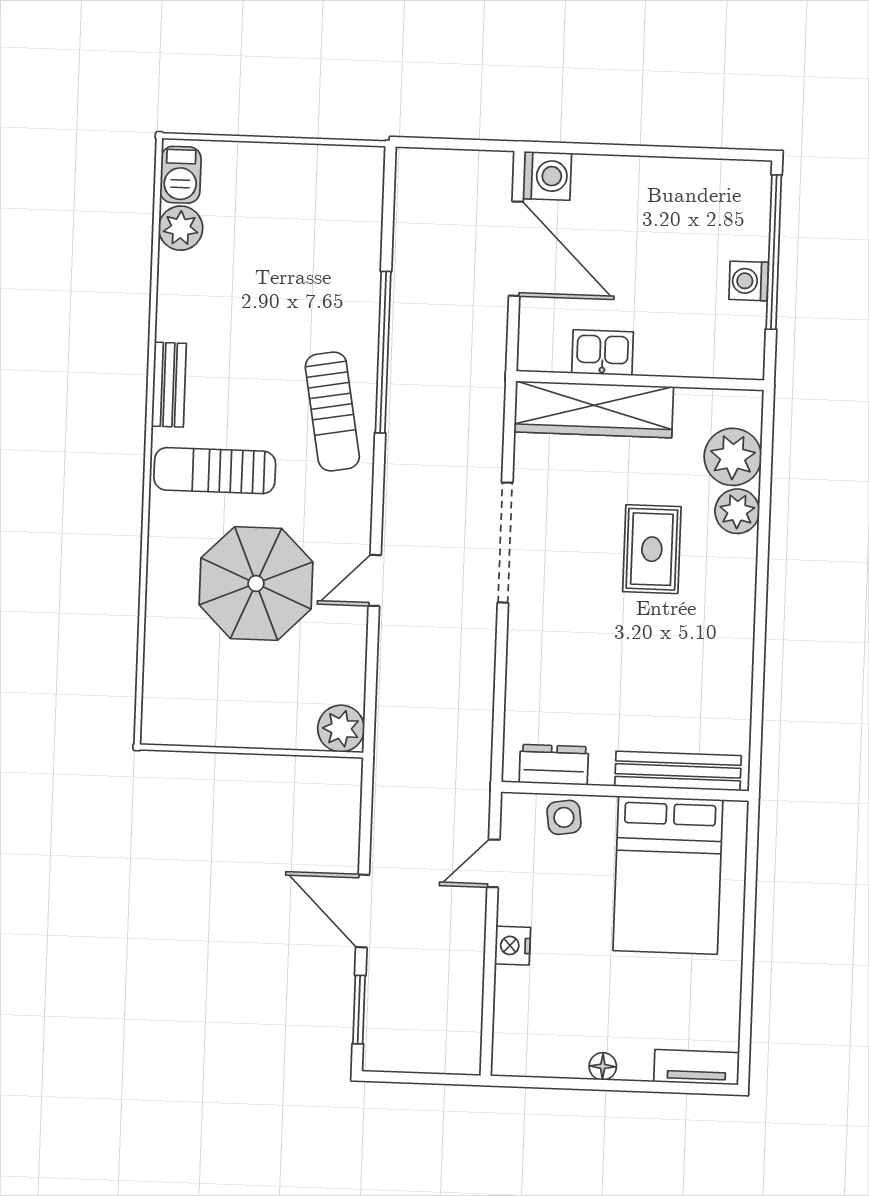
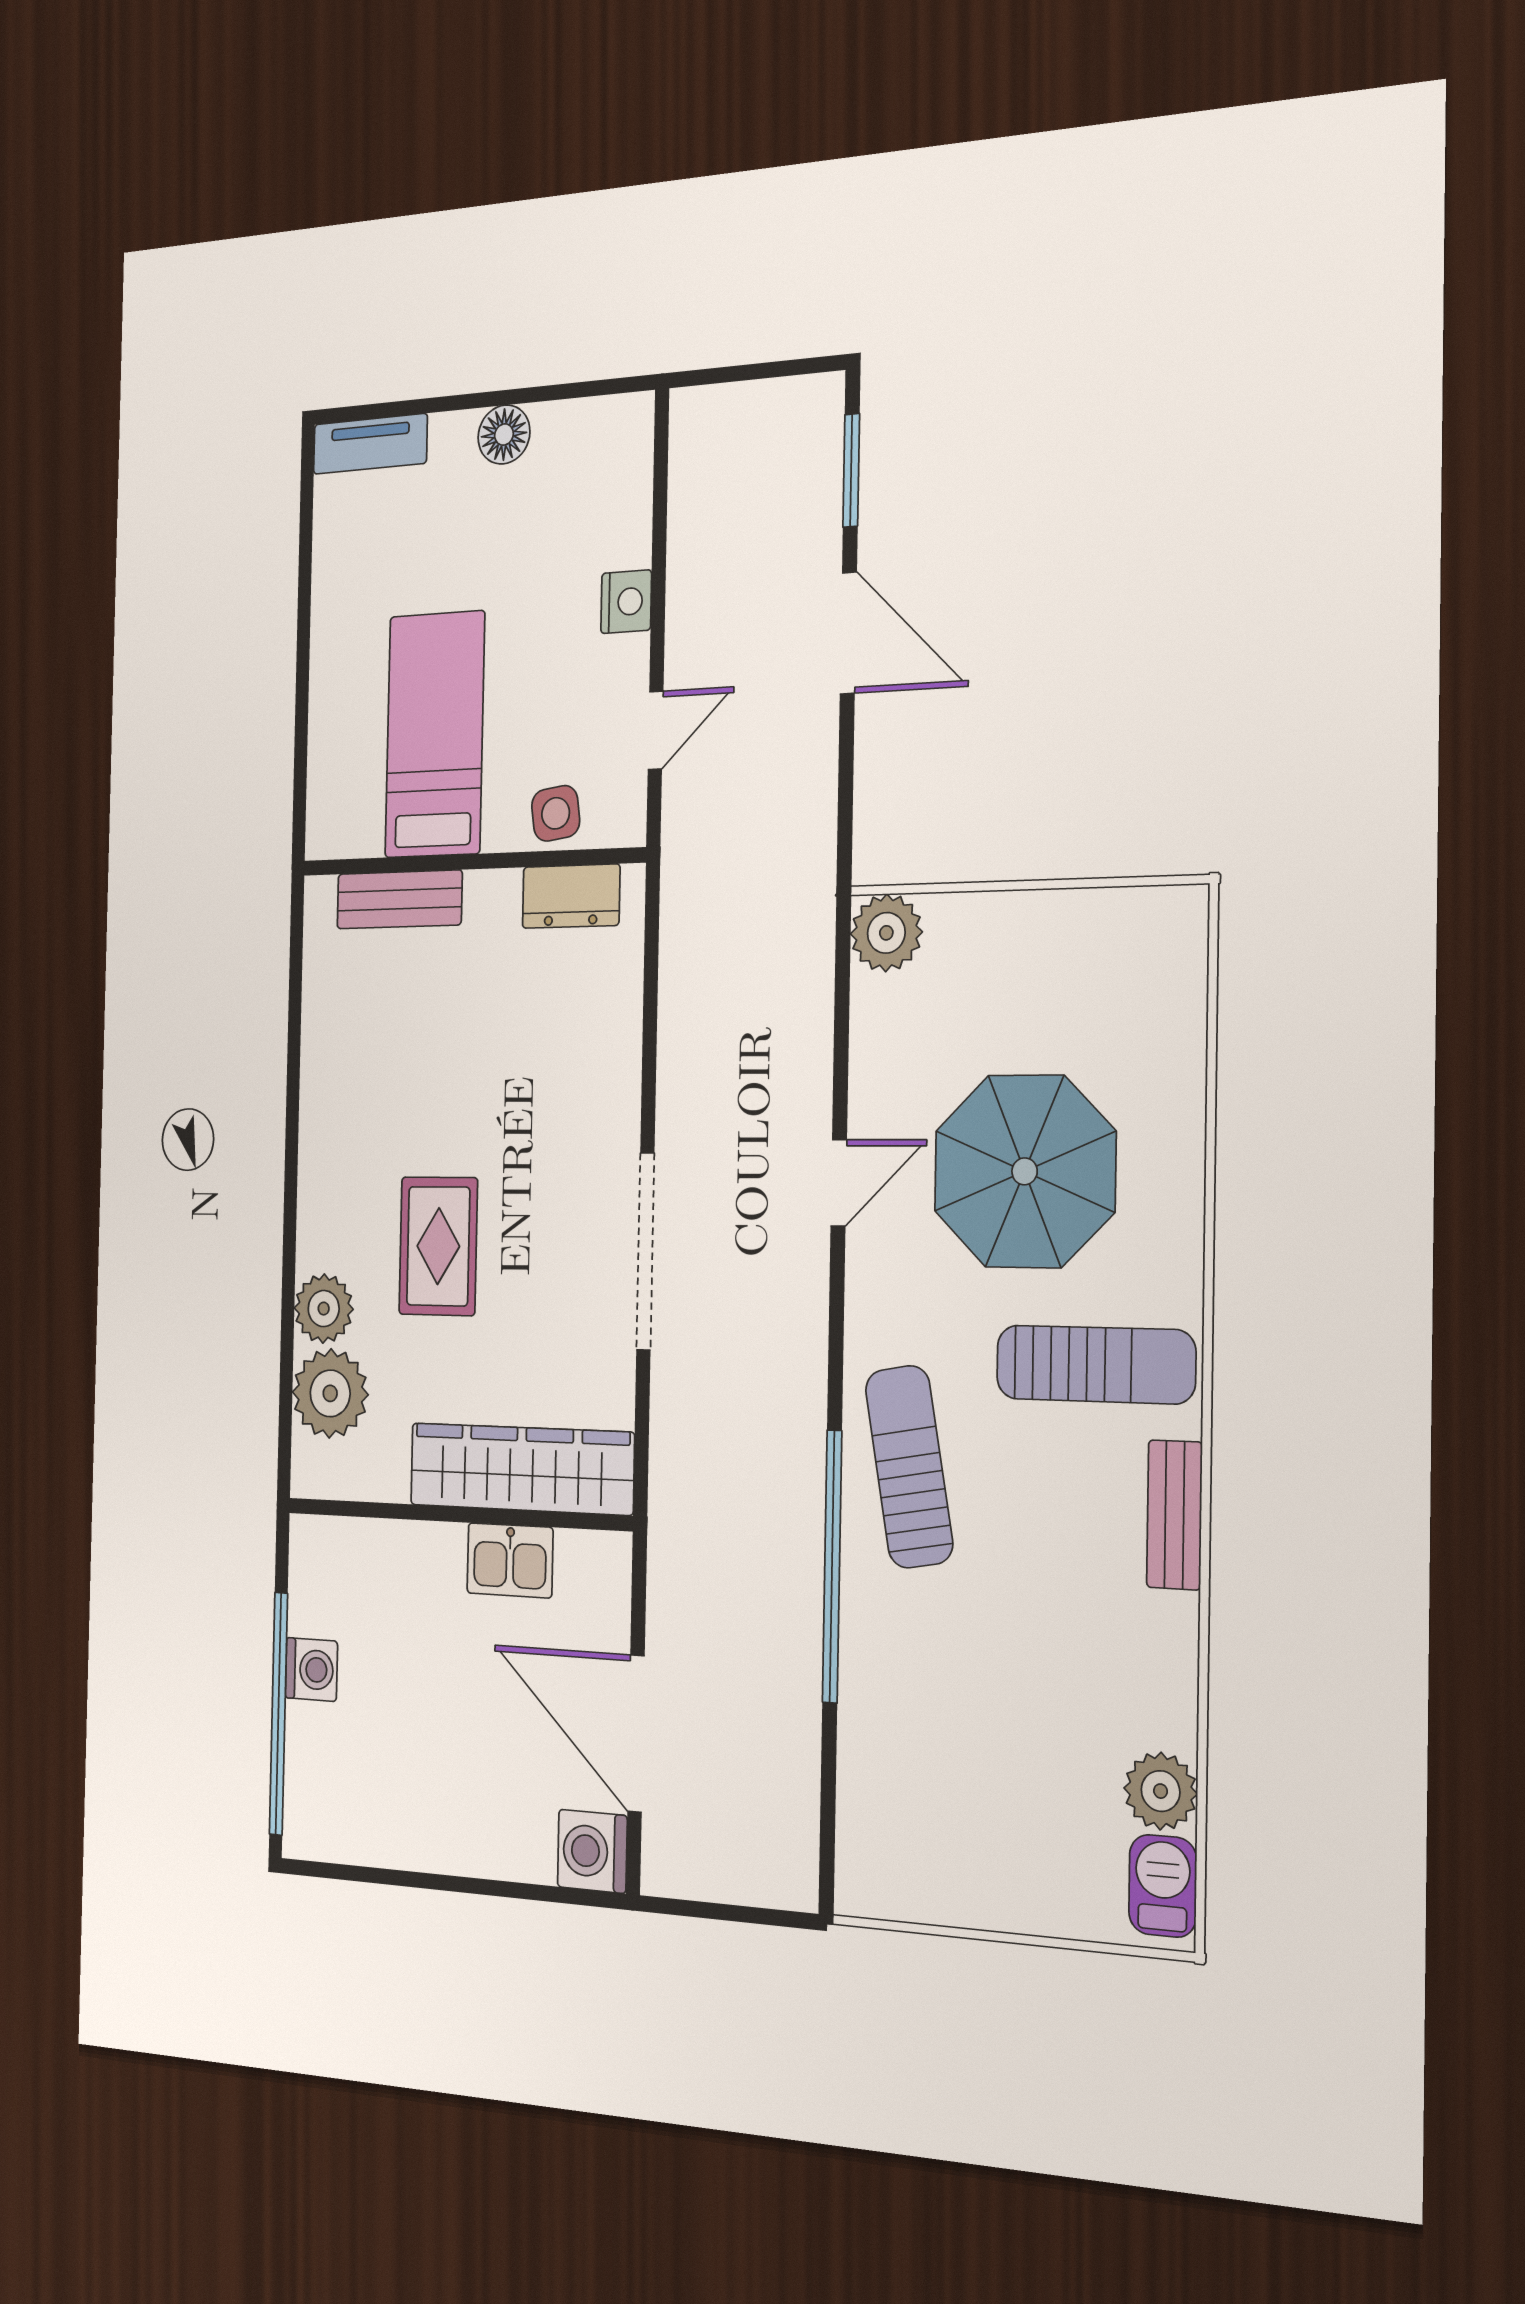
bench: (678, 771) -> (399, 899), width x0.73
bed: (668, 875) -> (435, 735), width x0.67
floor lamp: (603, 1066) -> (504, 435), width x1.37, depth x1.37

